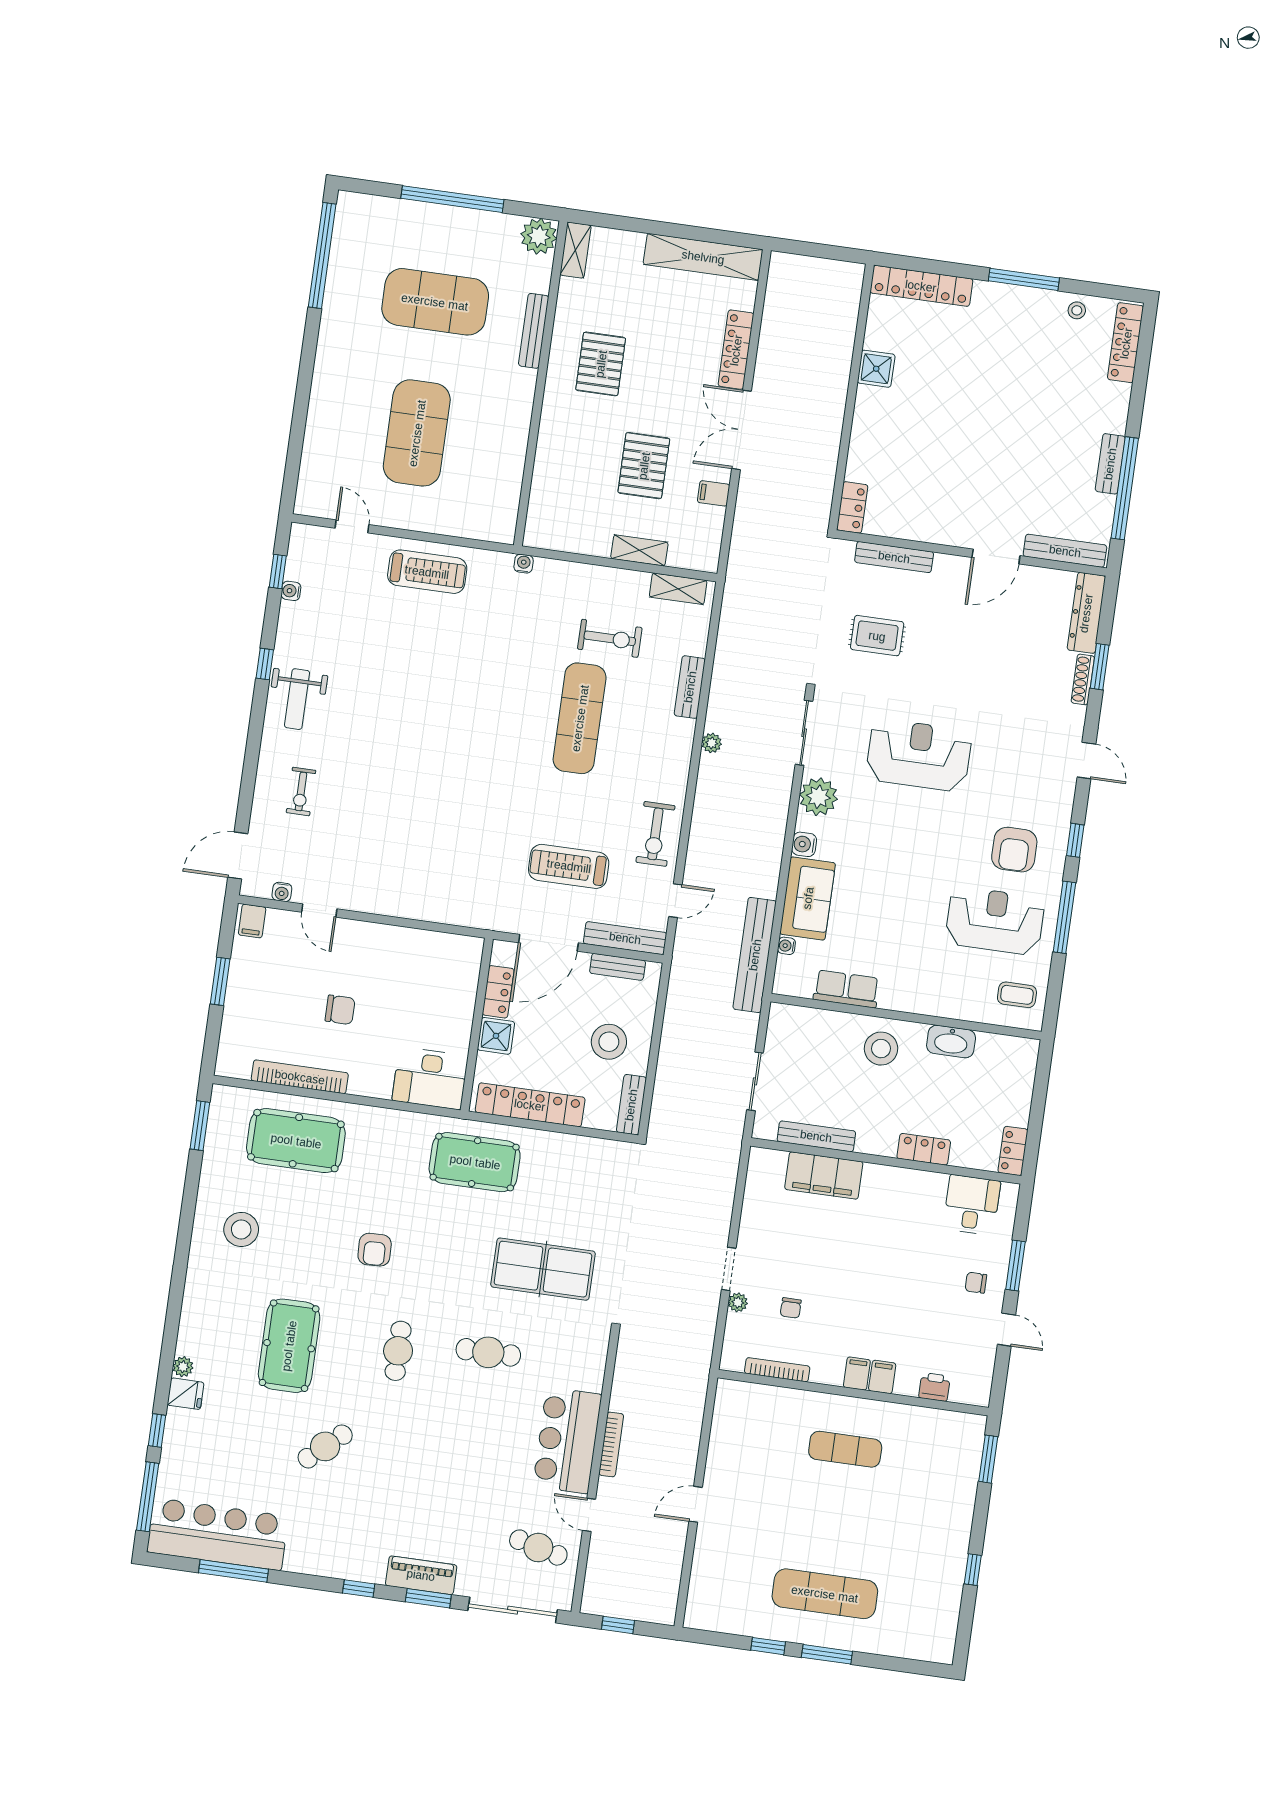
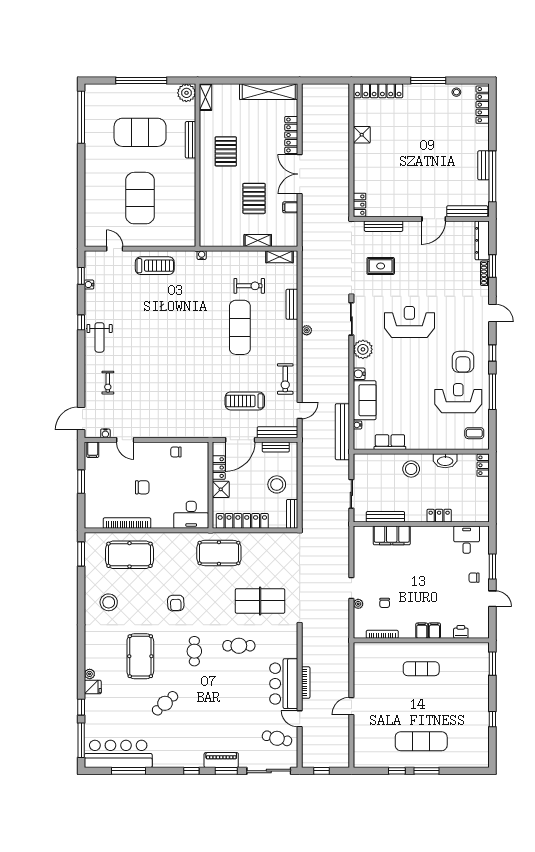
chair: (417, 949) -> (176, 452), added
locker: (1013, 1151) -> (483, 465), moved

